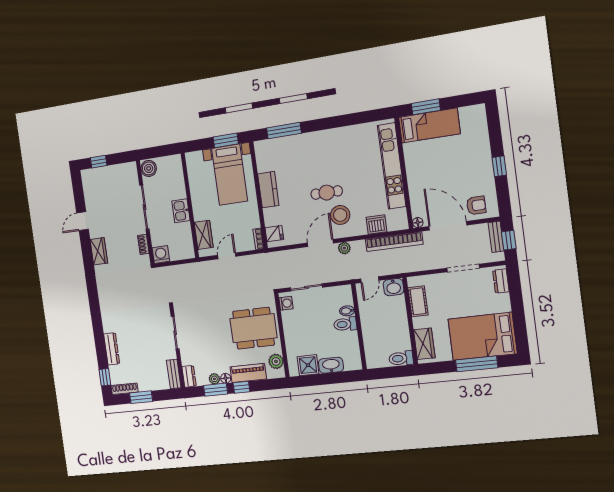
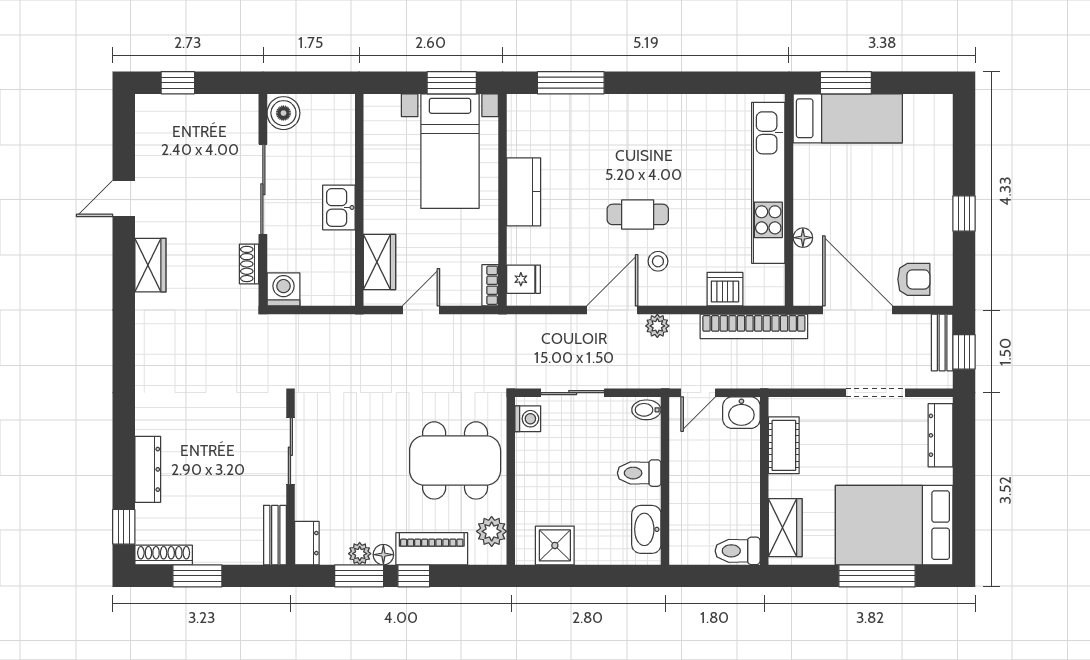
stool: (340, 215) -> (658, 261), width x0.53, depth x0.53
floor lamp: (418, 223) -> (803, 238), moved
dresser: (501, 281) -> (941, 435), width x1.44
bidet: (347, 311) -> (646, 410), moved
washbasin: (331, 365) -> (646, 529), moved, turned -90

